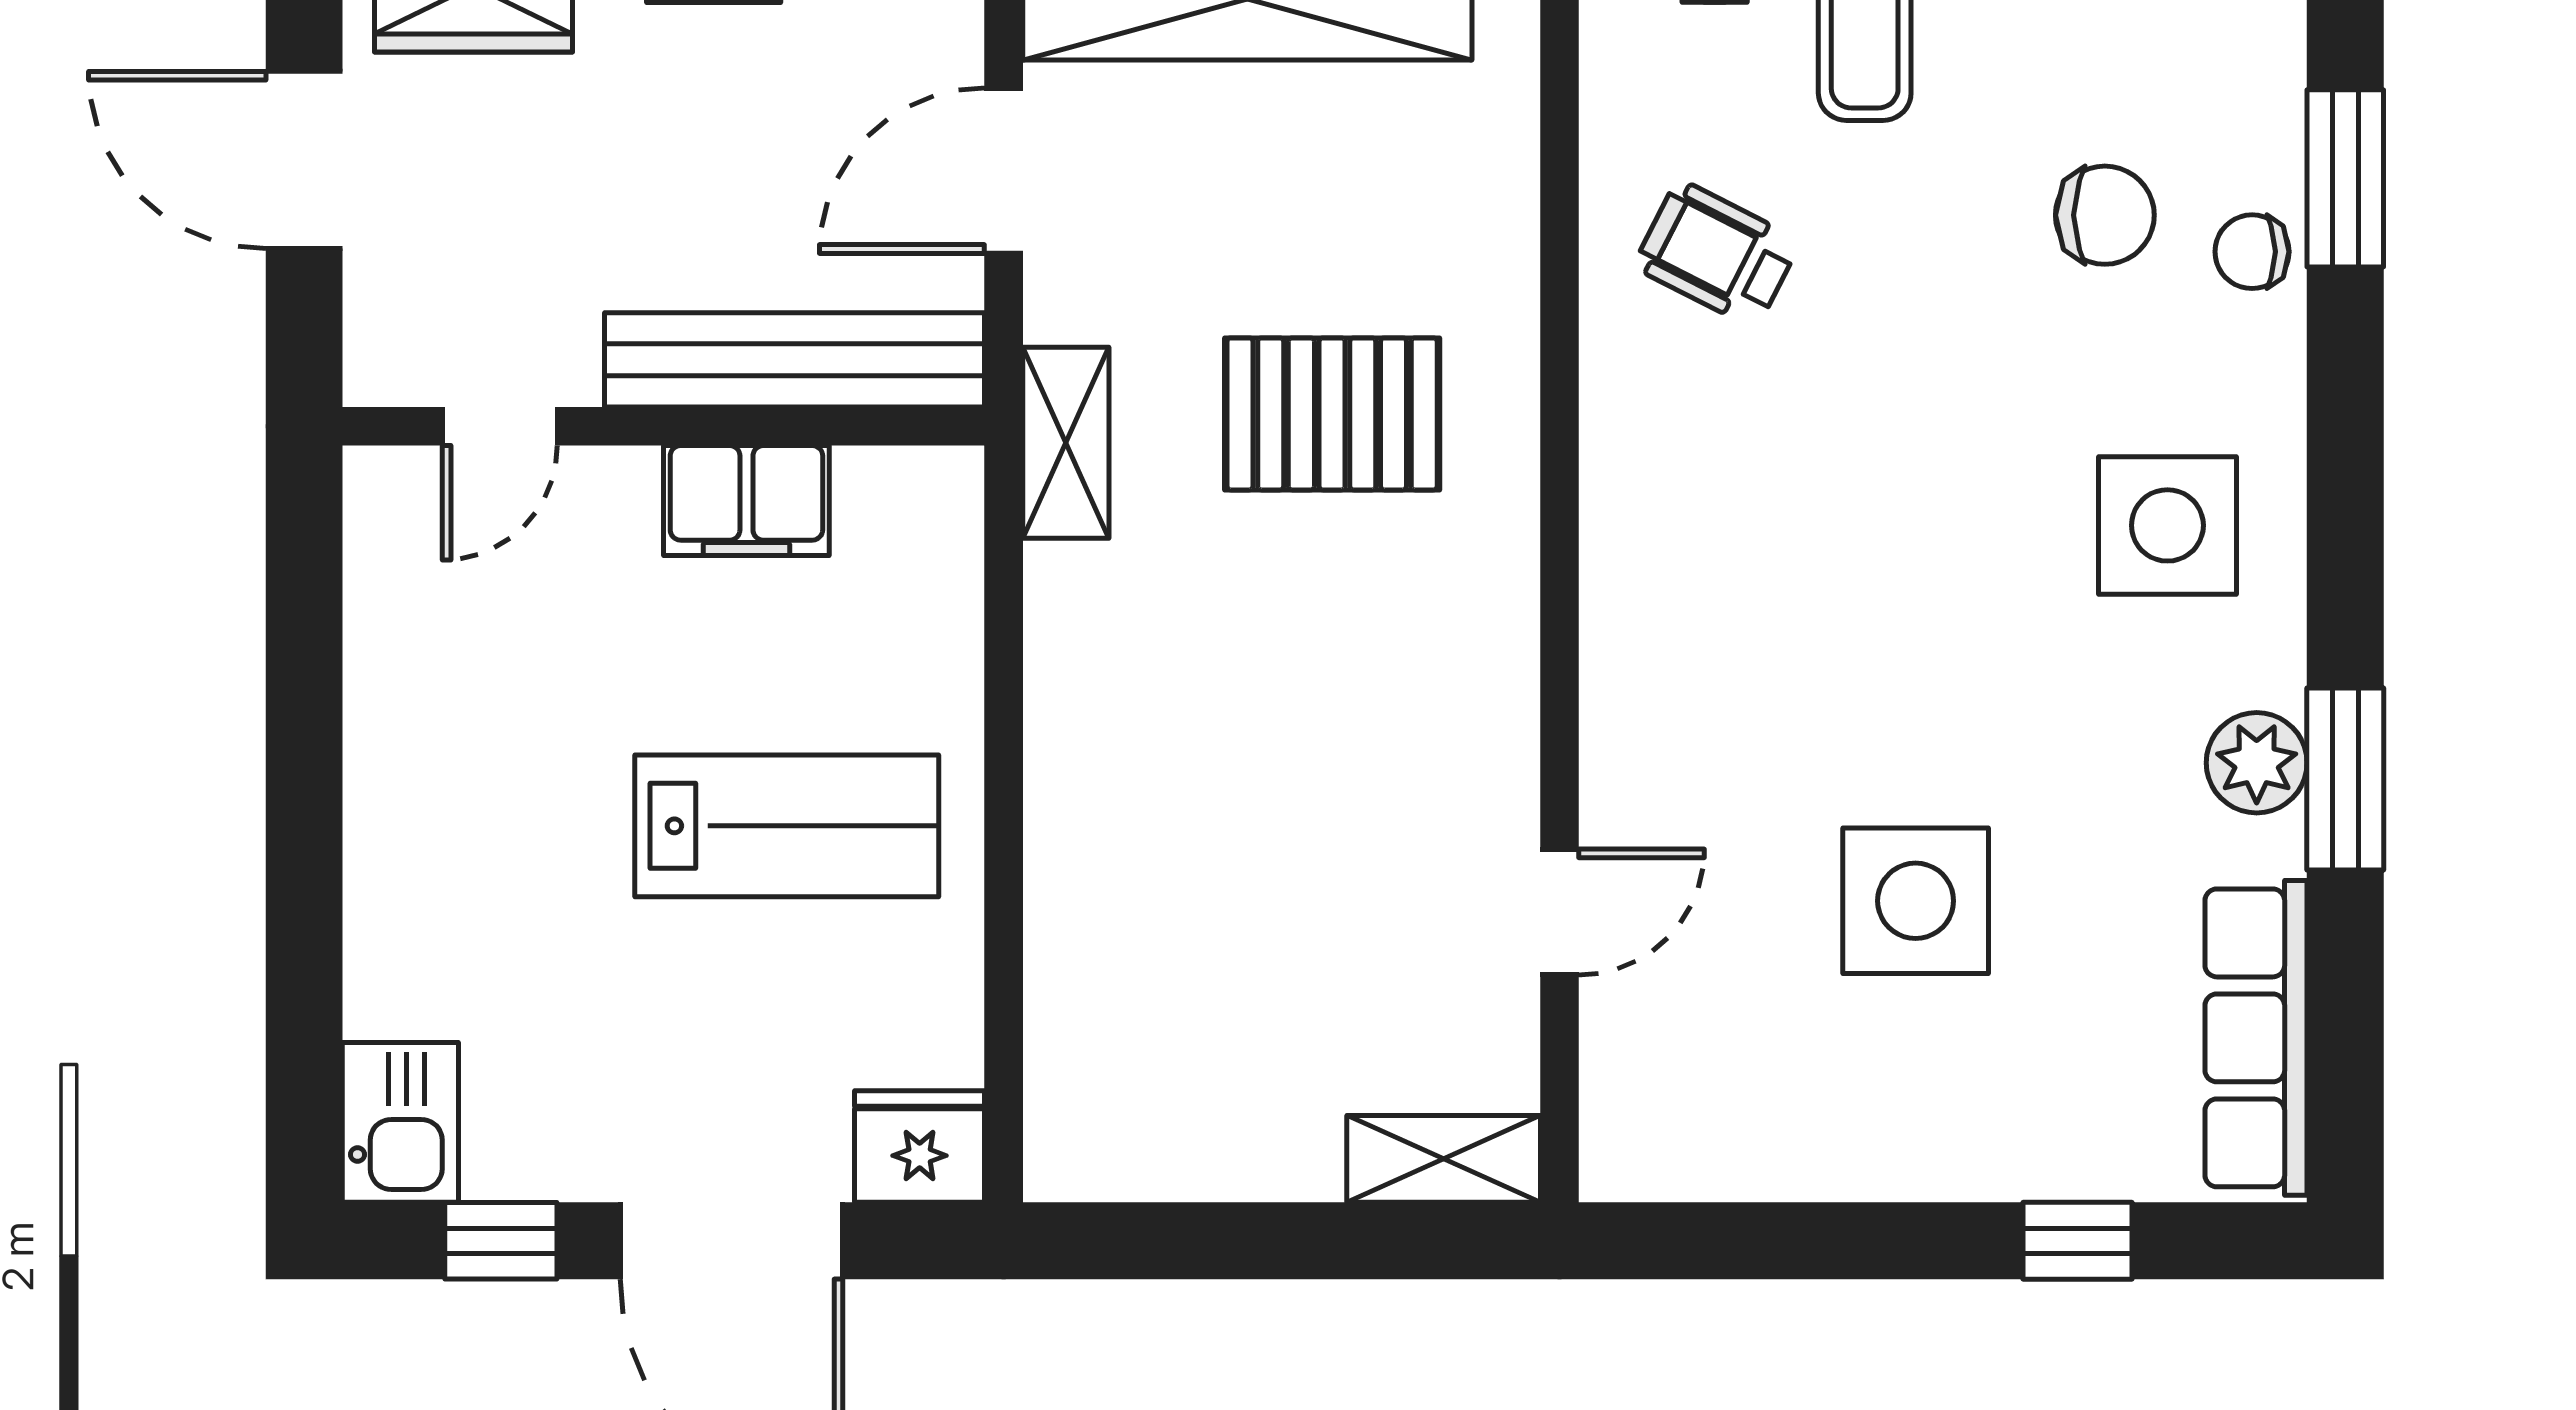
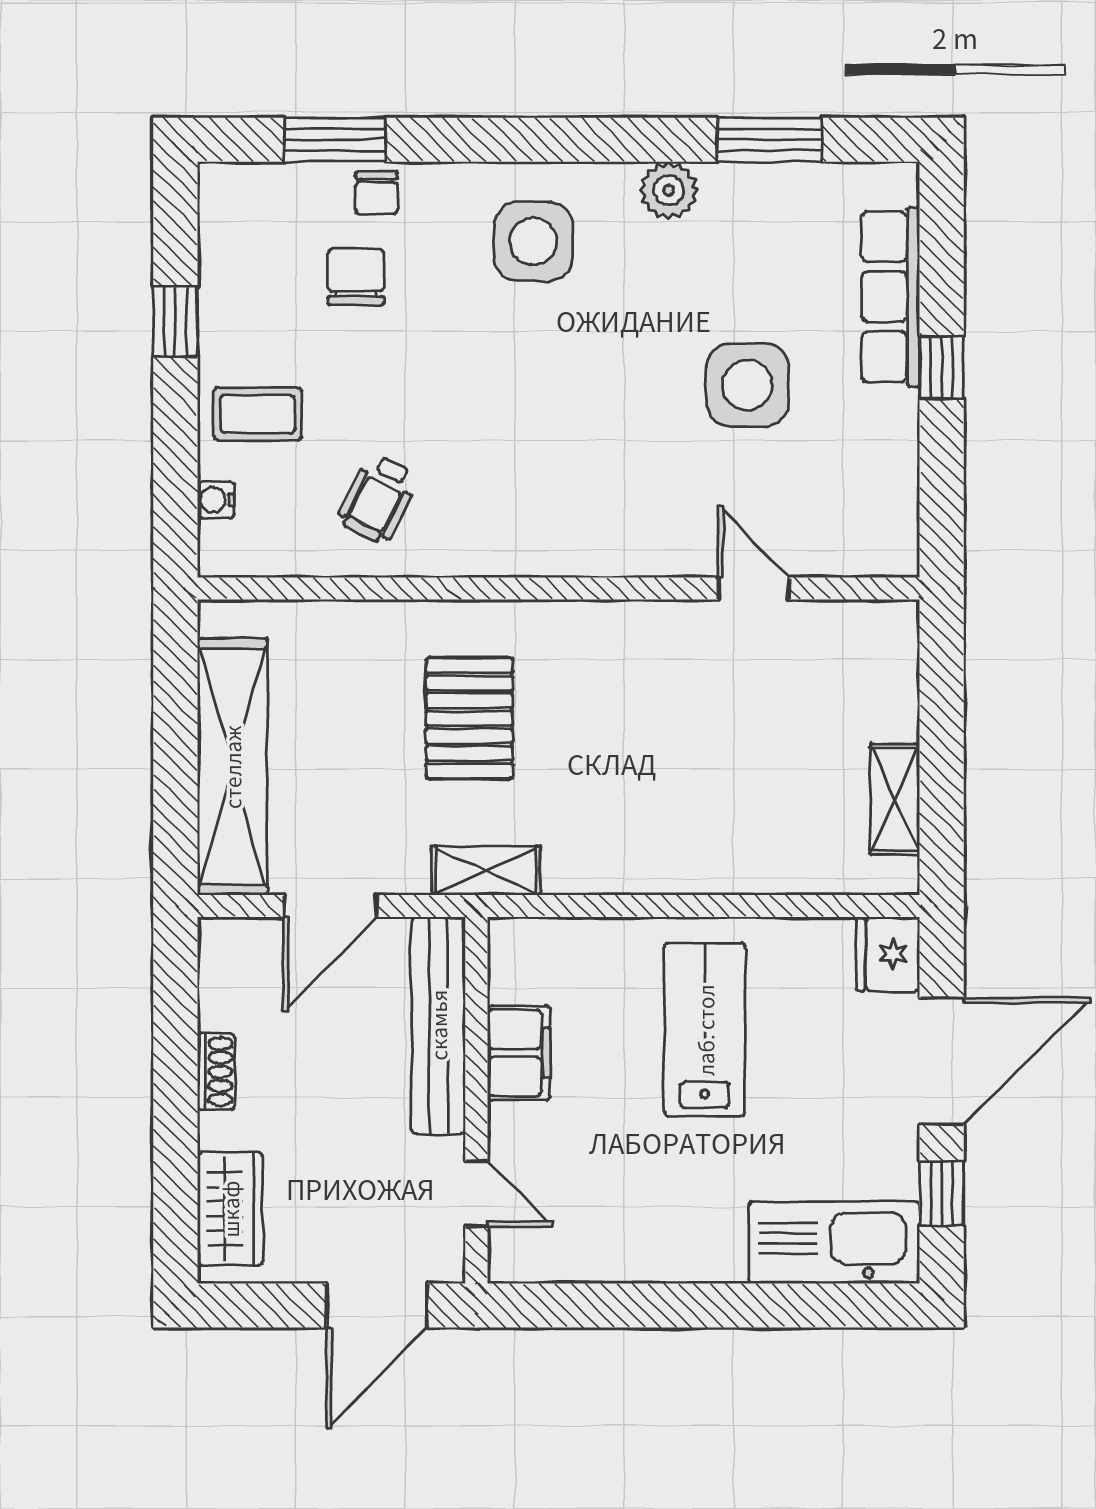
door: (304, 160) -> (377, 1305), moved
door: (1004, 171) -> (330, 906), hinge flipped
window: (2345, 779) -> (769, 140), moved
row of seats: (2256, 1038) -> (891, 297), moved, turned 90
kitchen sink: (400, 1122) -> (834, 1242), width x1.88, depth x1.24
shelving: (1444, 1159) -> (895, 799), moved
window: (2077, 1241) -> (942, 367), moved

